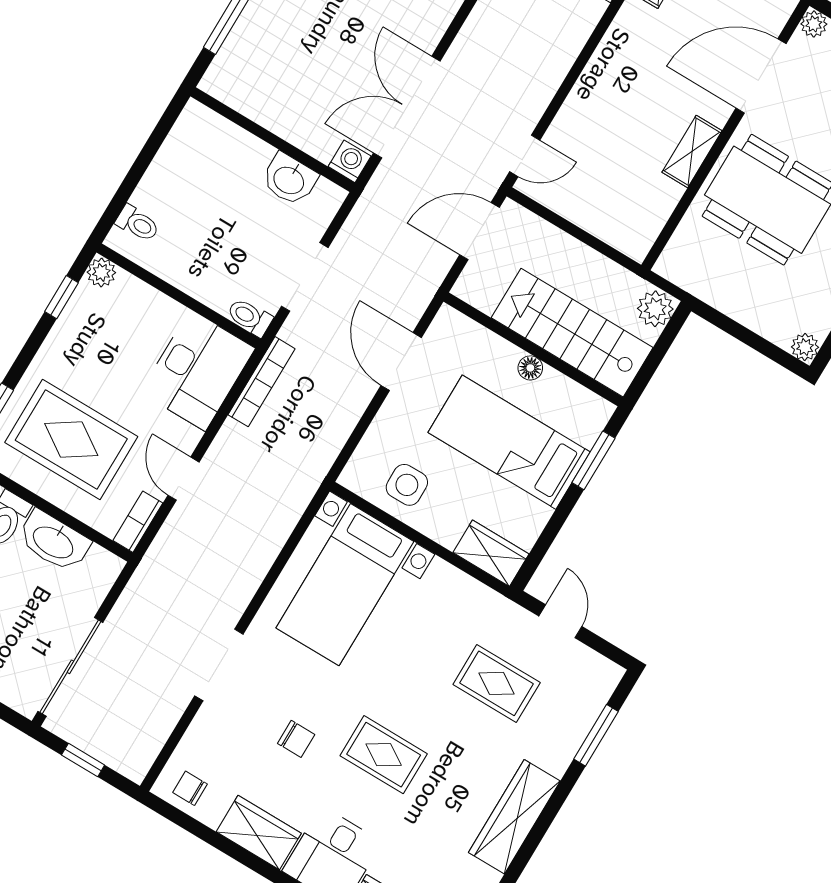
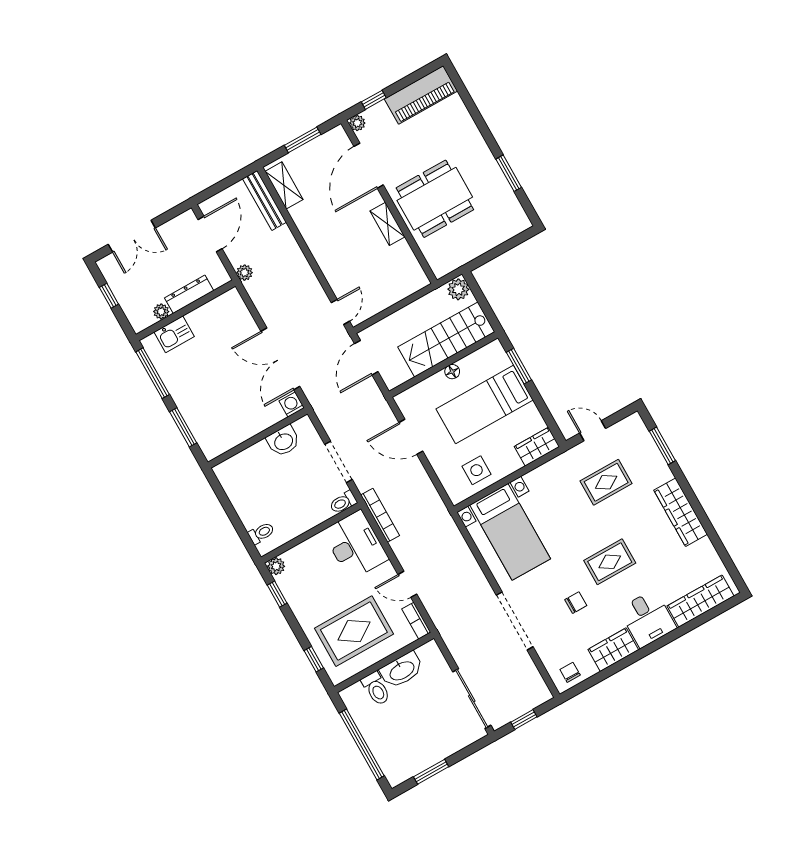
plant: (805, 347) -> (522, 223), removed
doorway: (219, 665) -> (515, 621), width x1.36
chair: (190, 788) -> (570, 672), turned 90

